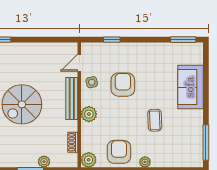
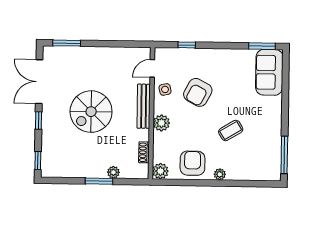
armchair: (123, 85) -> (198, 92), turned -152
sofa: (190, 87) -> (269, 72), moved
coffee table: (155, 120) -> (231, 130), turned 61

